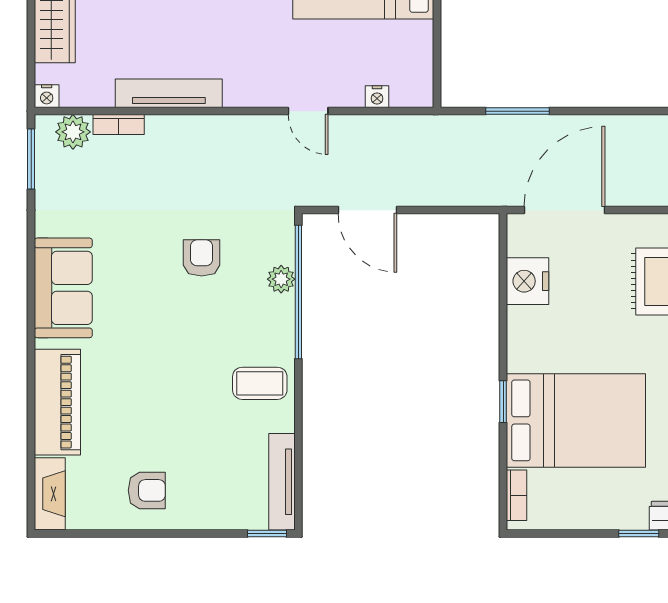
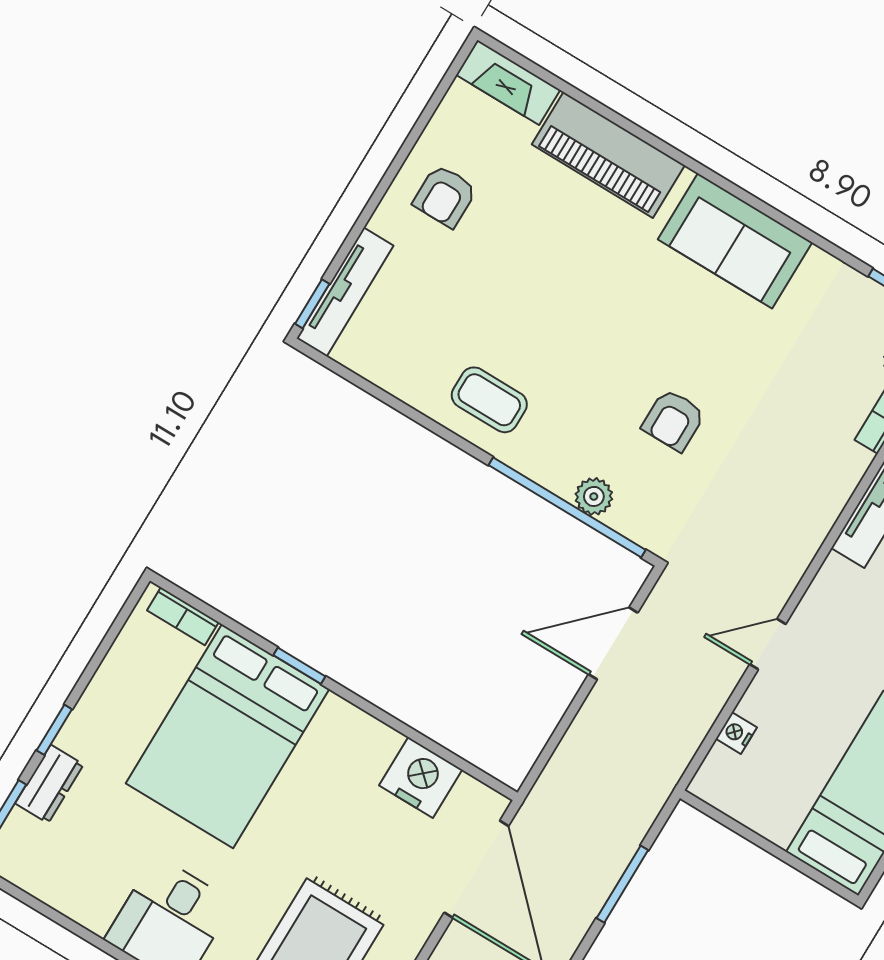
armchair: (202, 258) -> (673, 420), turned 90
coffee table: (260, 383) -> (489, 400), turned 90
tv unit: (282, 482) -> (345, 292), moved, turned 90

